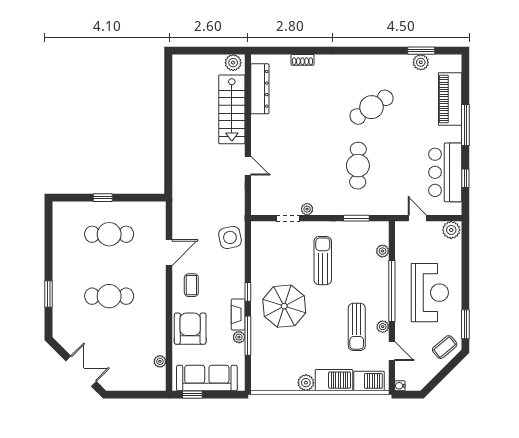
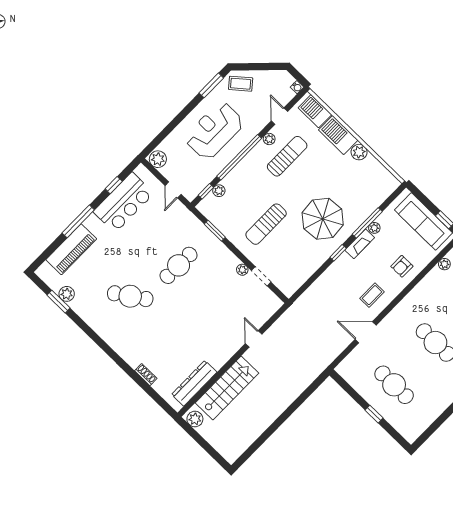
side table: (230, 237) -> (314, 302), removed
window: (392, 241) -> (206, 191), added
armchair: (190, 329) -> (402, 266), width x0.53, depth x0.53

